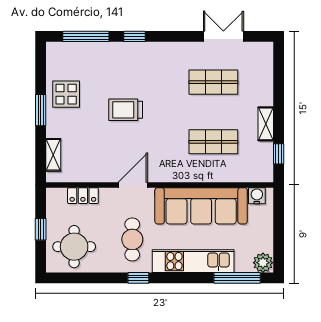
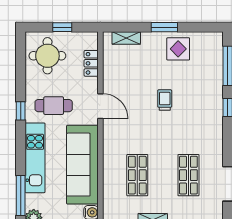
trolley: (126, 110) -> (165, 100), width x0.73, depth x0.72

